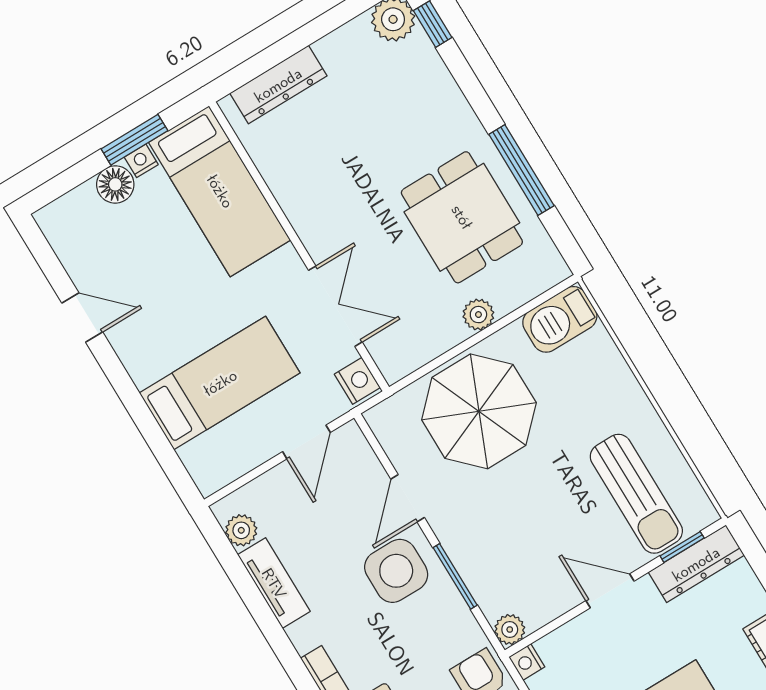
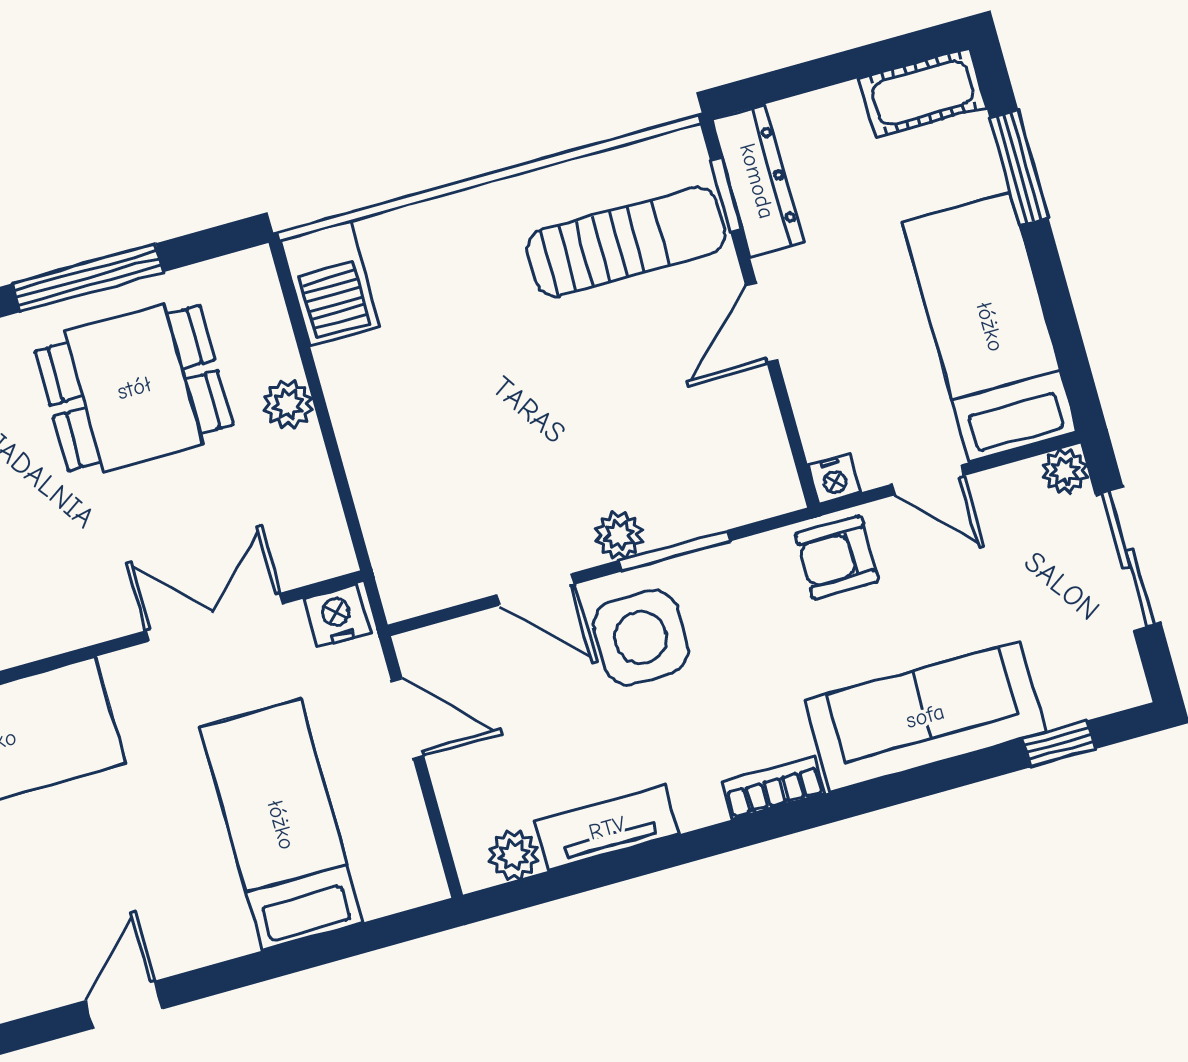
parasol: (479, 411) -> (435, 445), removed
plant: (510, 630) -> (619, 535), moved

